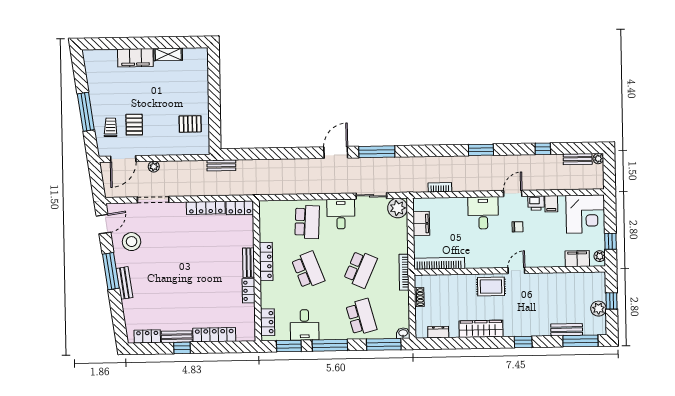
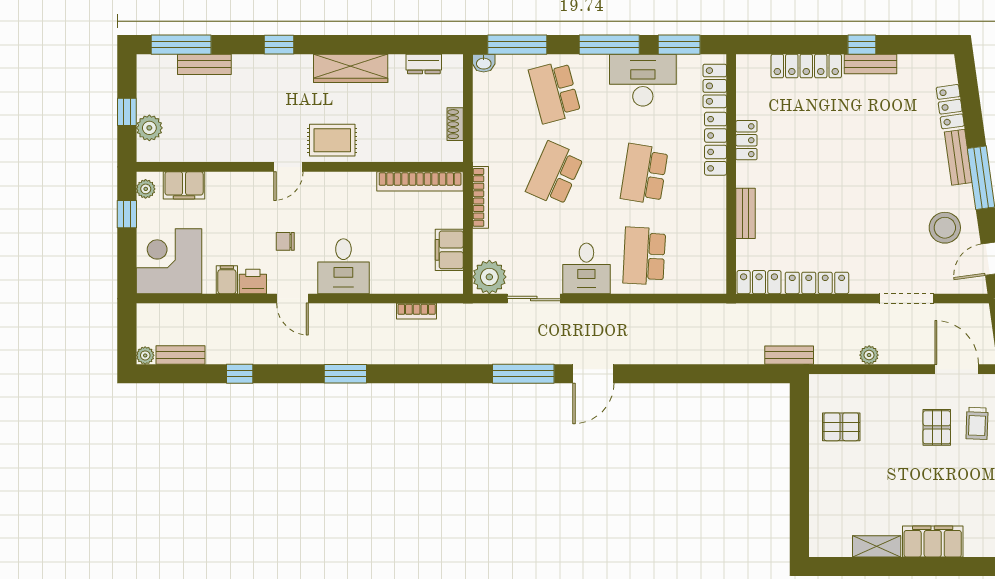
door: (123, 159) -> (957, 369), hinge flipped
plant: (154, 167) -> (869, 355), moved
door: (513, 193) -> (292, 299), hinge flipped
locker: (266, 262) -> (716, 144), moved
bench: (249, 263) -> (746, 213), moved
school desk: (308, 270) -> (644, 174), turned 30
bookcase: (404, 272) -> (480, 197), moved
plant: (598, 309) -> (149, 128), moved
desk: (305, 325) -> (643, 80), width x1.37
locker: (147, 336) -> (950, 107), moved, turned 82

